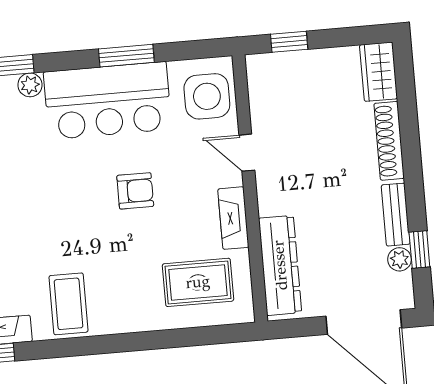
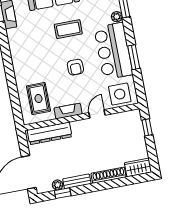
coffee table: (68, 304) -> (68, 29), moved

